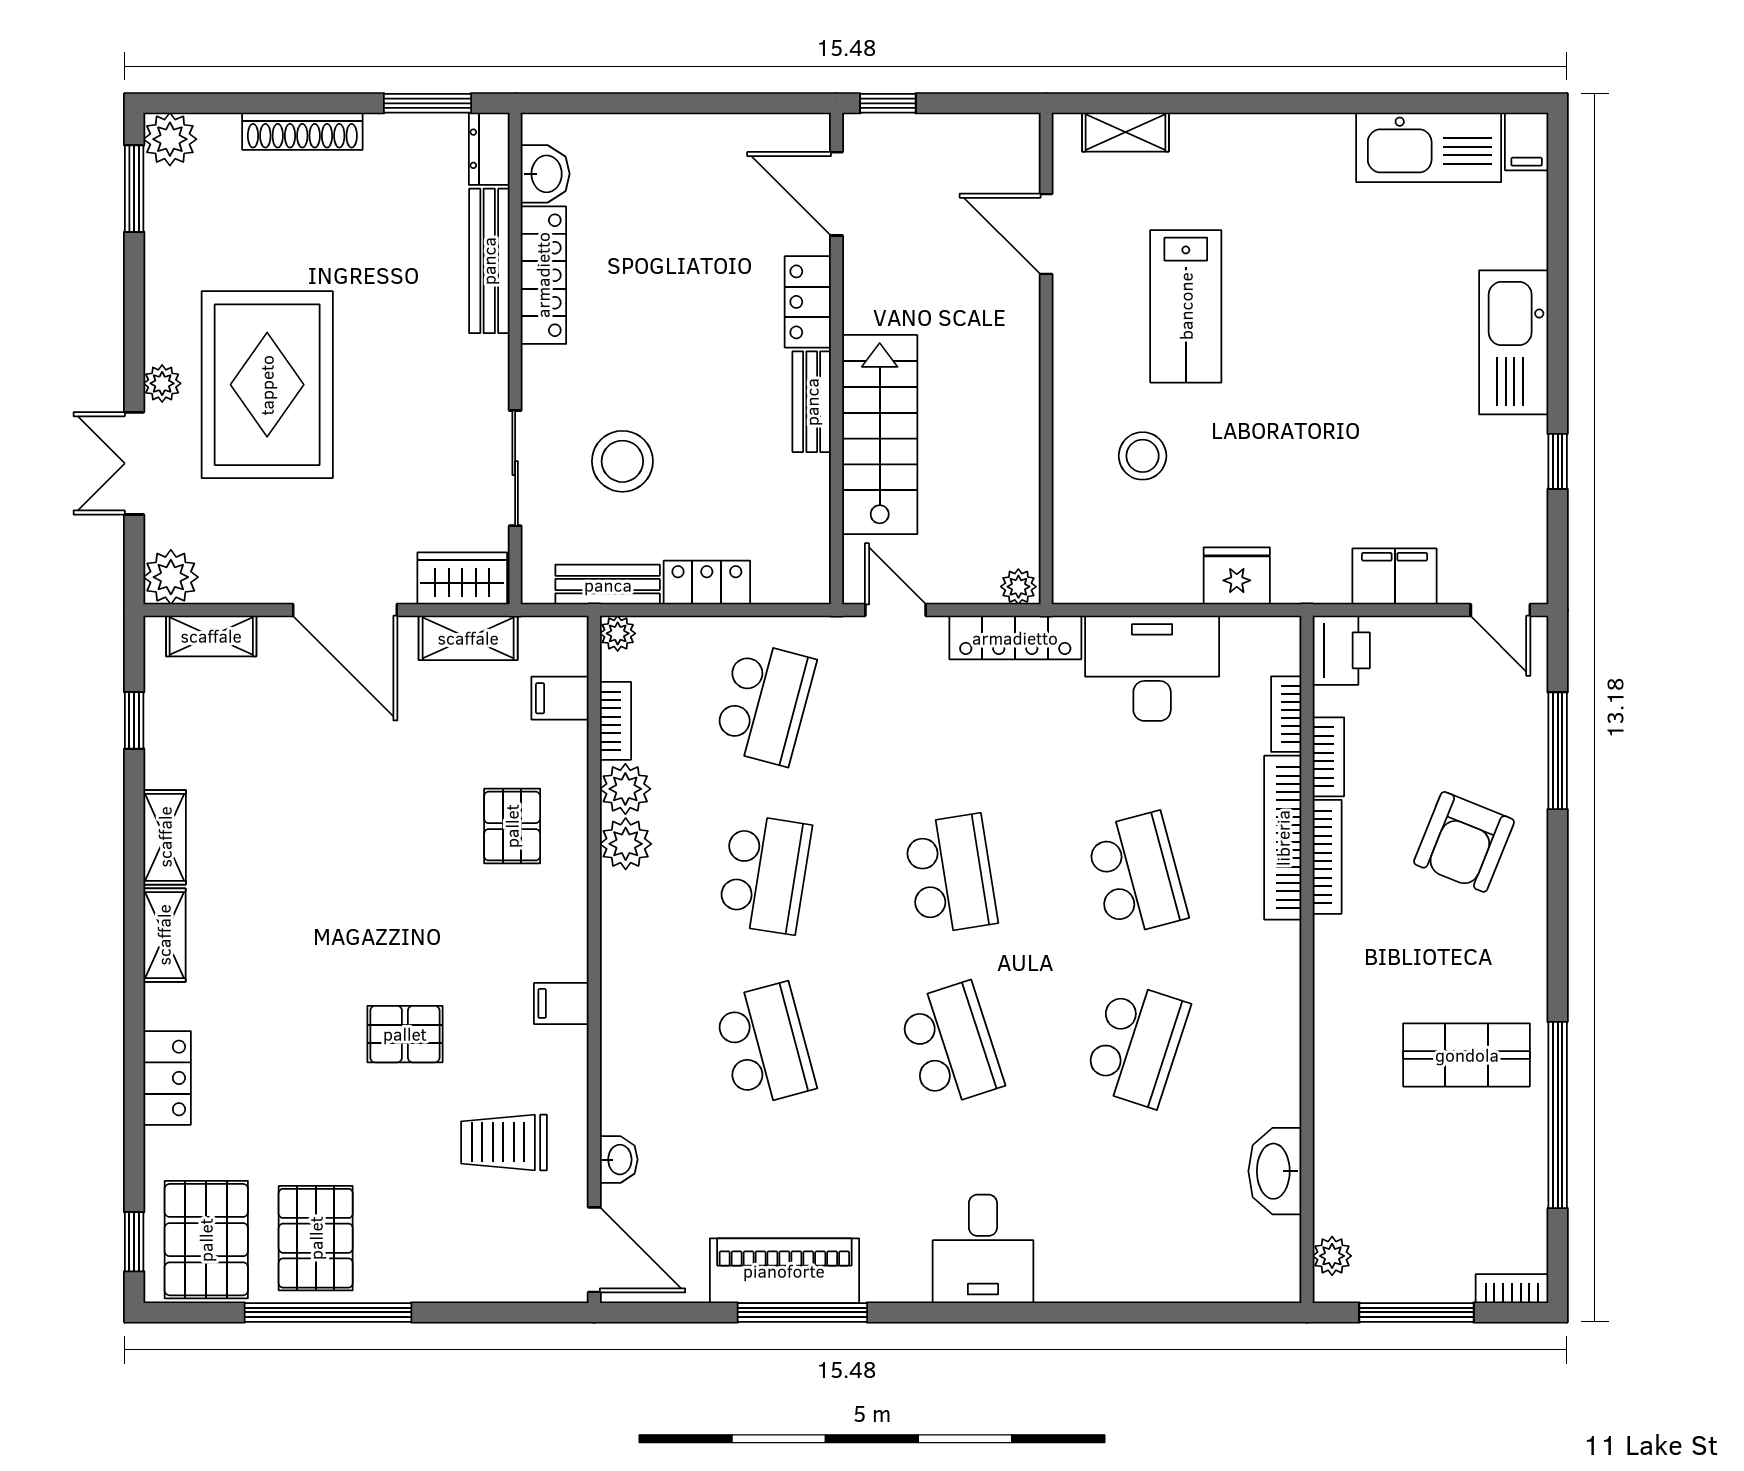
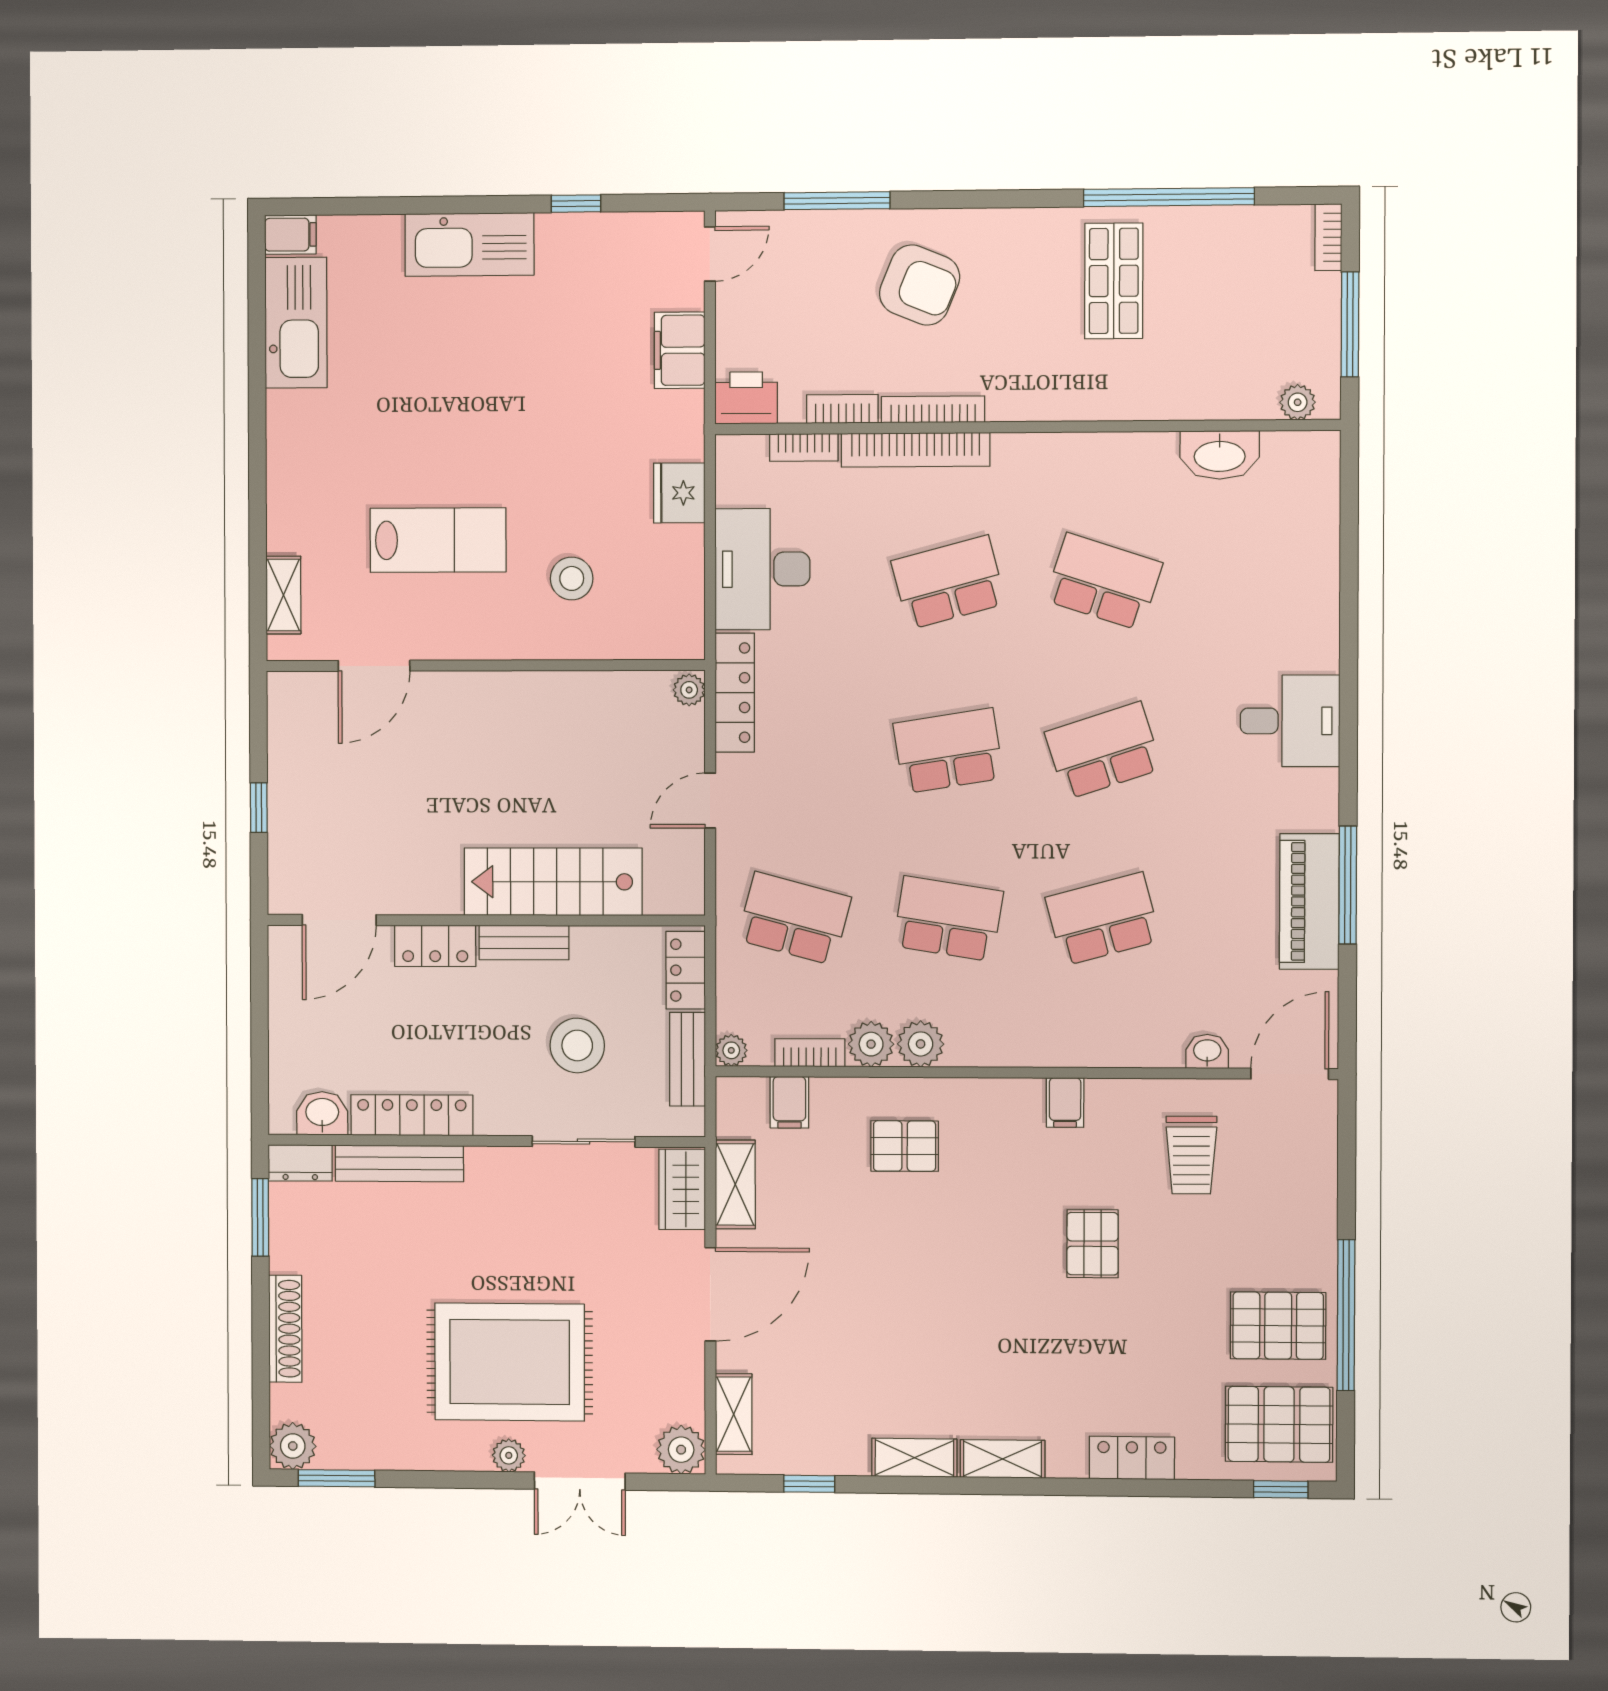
door: (837, 194) -> (339, 920), moved
locker: (808, 302) -> (435, 946), moved
wall: (837, 359) -> (485, 920), moved
bench: (812, 402) -> (524, 943), moved
stairs: (880, 435) -> (553, 882), moved

